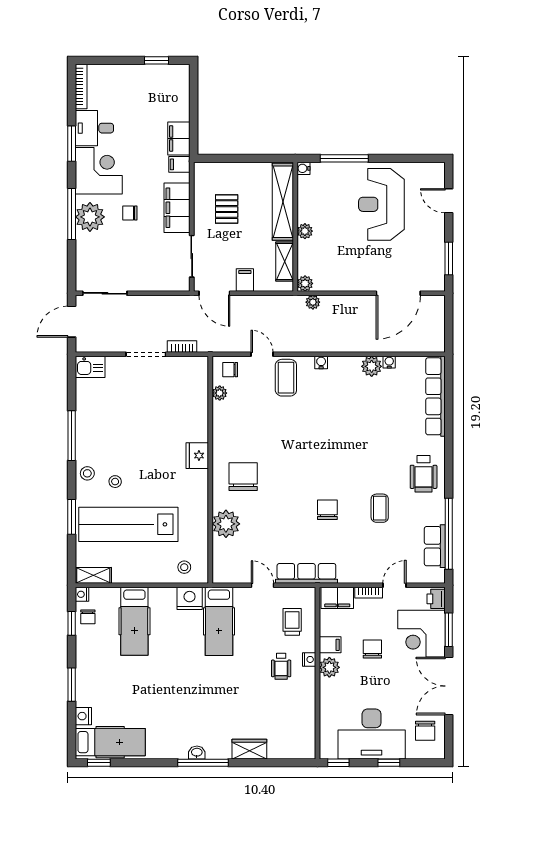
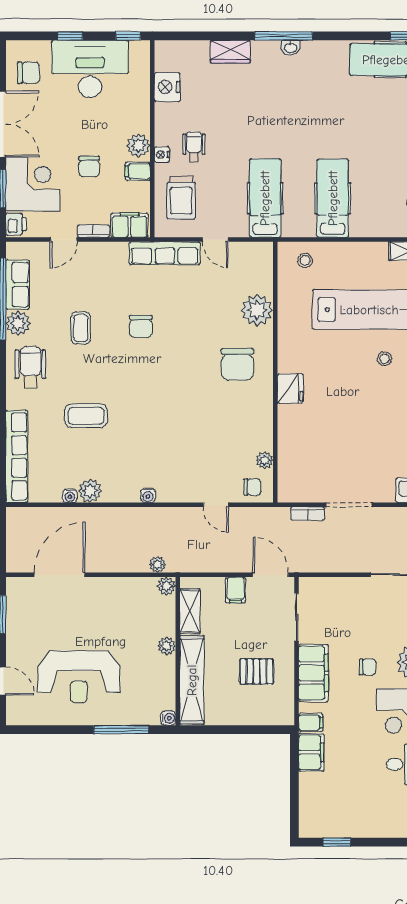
reception desk: (381, 204) -> (79, 677), turned 90
pallet: (227, 209) -> (257, 671), turned 90
coffee table: (286, 378) -> (86, 416), moved, turned 90
plant: (434, 512) -> (18, 323), added
nightstand: (190, 598) -> (167, 87), moved, turned 90
hospital bed: (134, 621) -> (333, 198), moved
trolley: (292, 622) -> (181, 198), width x1.36, depth x1.39
chair: (425, 731) -> (29, 73), turned 90

